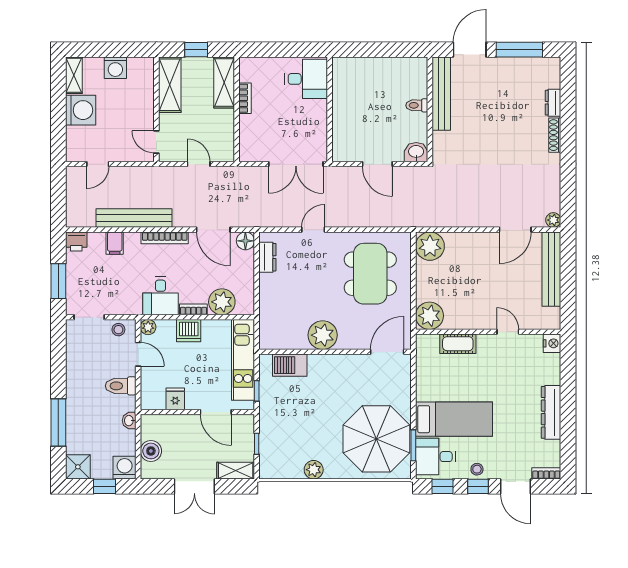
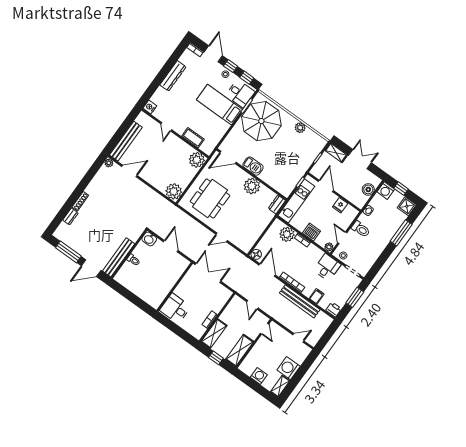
dresser: (267, 257) -> (277, 204), moved
desk: (161, 296) -> (327, 267), moved
barbecue: (290, 365) -> (253, 166), moved

